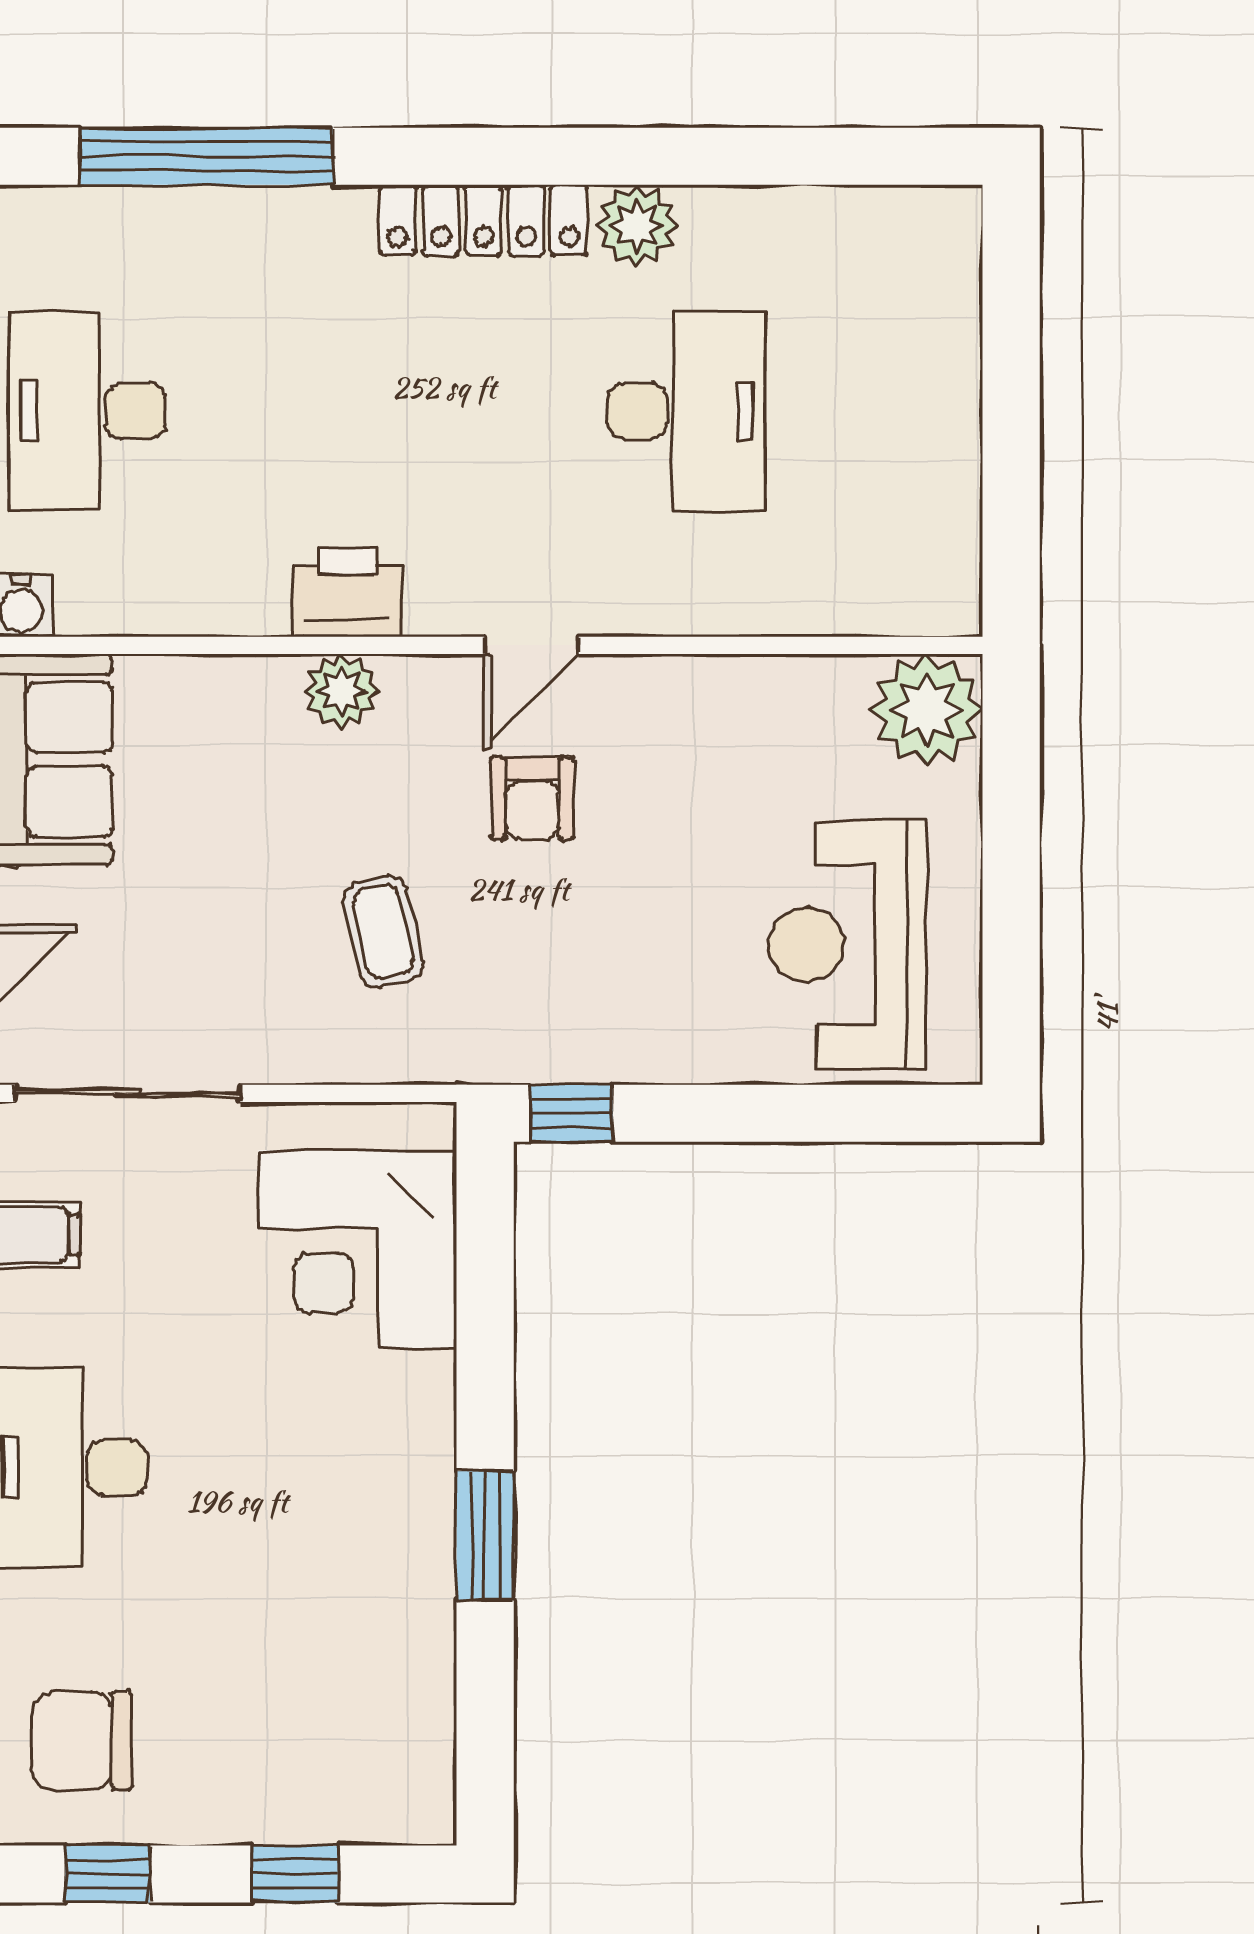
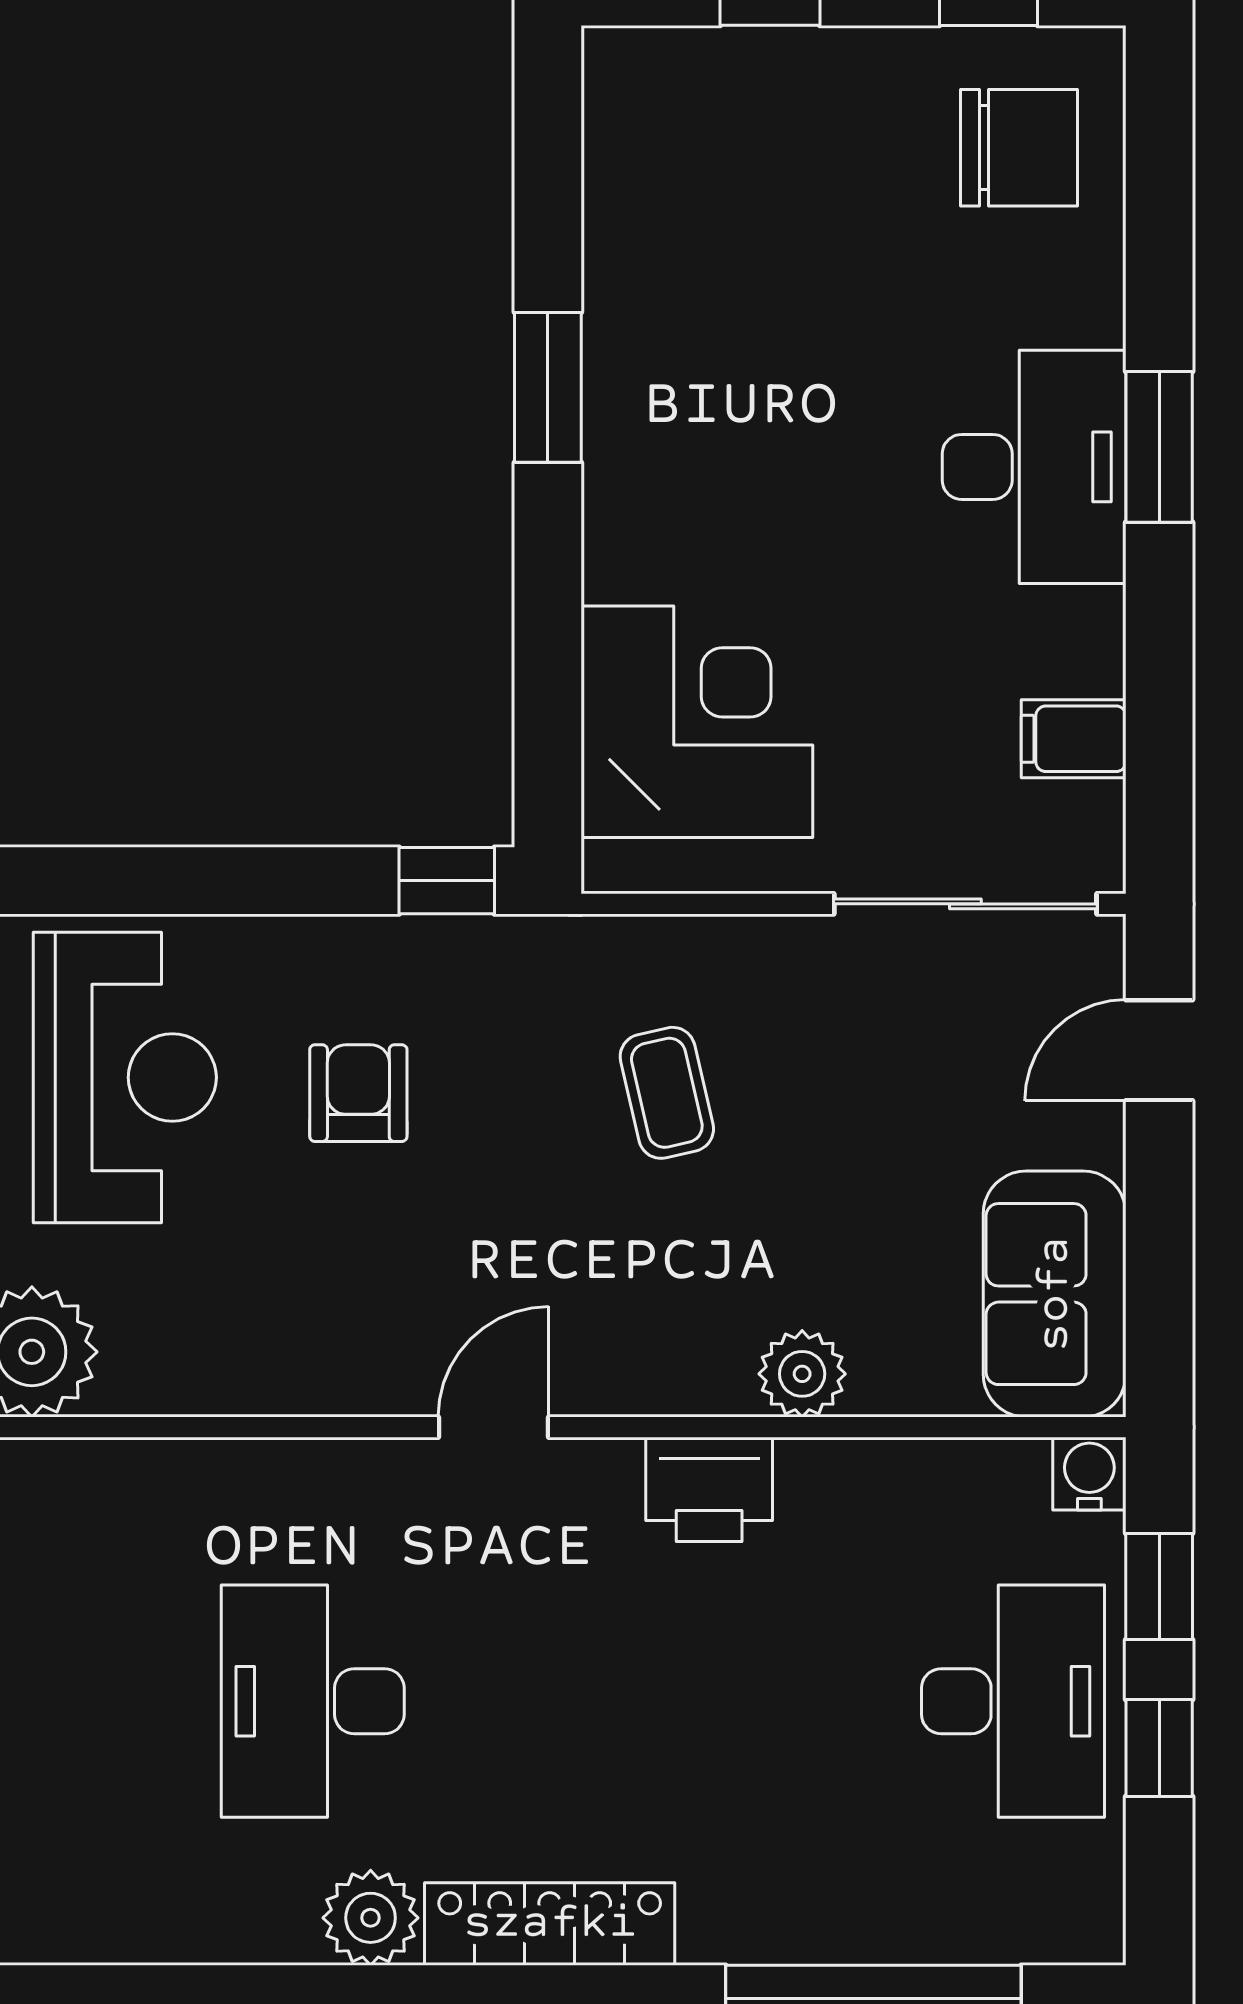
plant: (341, 691) -> (802, 1374), moved
armchair: (532, 798) -> (358, 1093), moved

